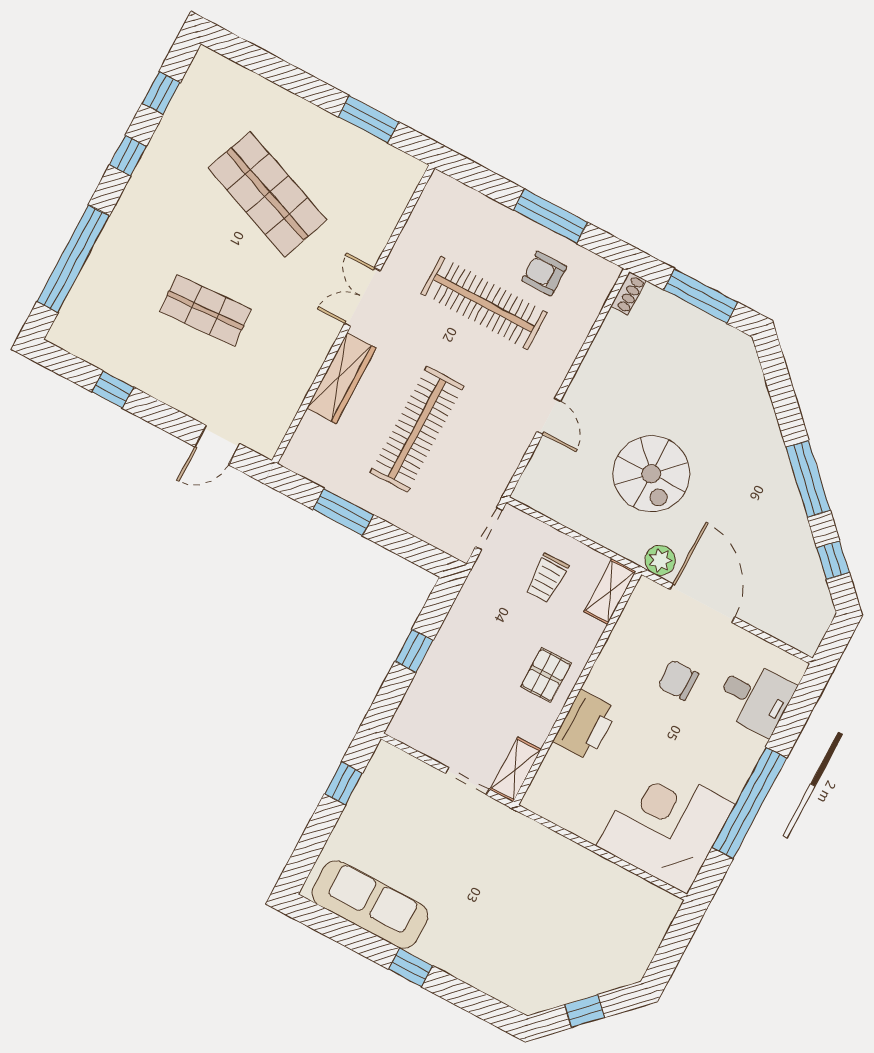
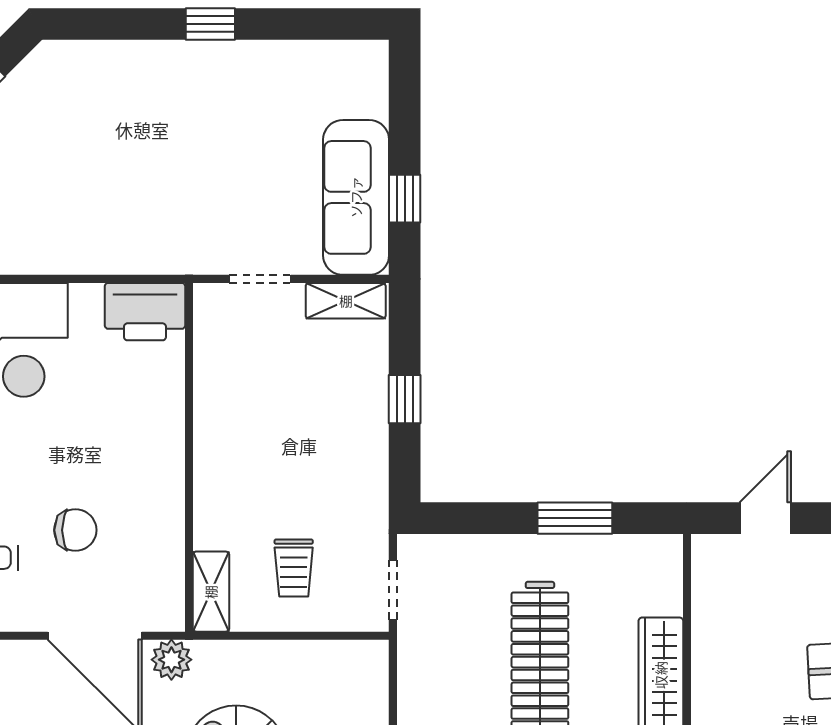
trolley: (547, 578) -> (294, 568), turned 180
pallet: (546, 675) -> (234, 453), removed
printer: (585, 725) -> (145, 312), moved, turned -90
shelving: (515, 770) -> (346, 301), moved, turned 90
sofa: (370, 904) -> (356, 197), moved, turned 90

